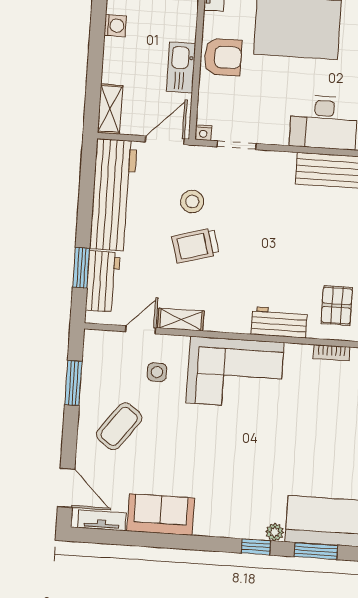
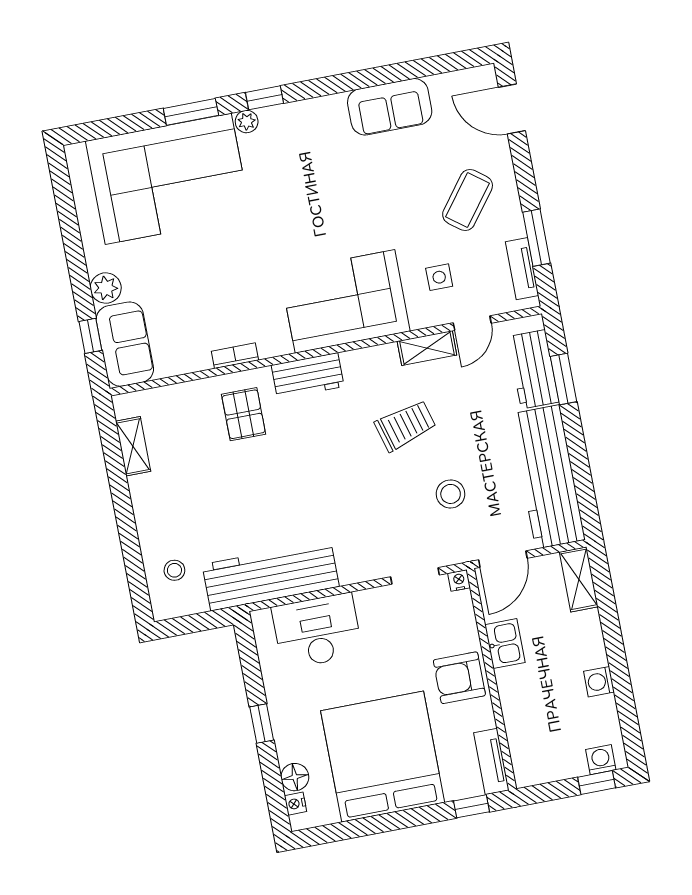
kitchen sink: (181, 68) -> (505, 644), width x0.73
trolley: (195, 246) -> (405, 426), moved
tv unit: (102, 520) -> (522, 269), moved, turned 90

